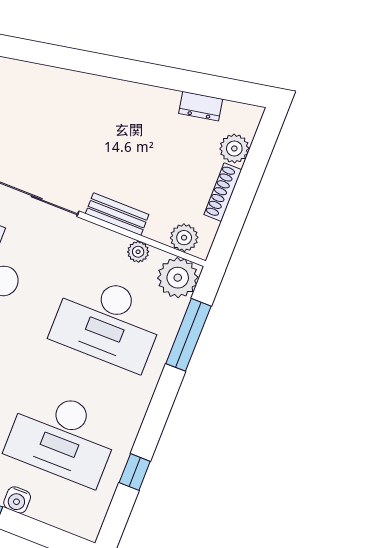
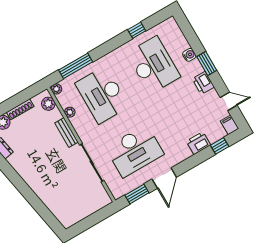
plant: (178, 278) -> (56, 89), width x0.53, depth x0.53
desk: (108, 322) -> (102, 95), turned 180

